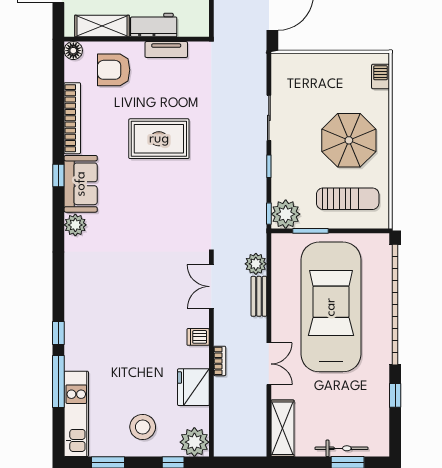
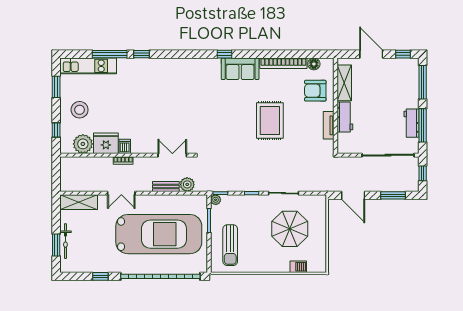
floor lamp: (73, 51) -> (314, 64), moved
armchair: (114, 70) -> (315, 91), turned -90
barbecue: (381, 76) -> (298, 267), moved
parasol: (349, 140) -> (290, 229), moved
window: (58, 175) -> (224, 54), moved
plant: (286, 214) -> (216, 200), width x0.53, depth x0.53
plant: (75, 225) -> (213, 65), removed
dishwasher: (198, 337) -> (125, 146), moved
plant: (194, 442) -> (83, 144), moved

